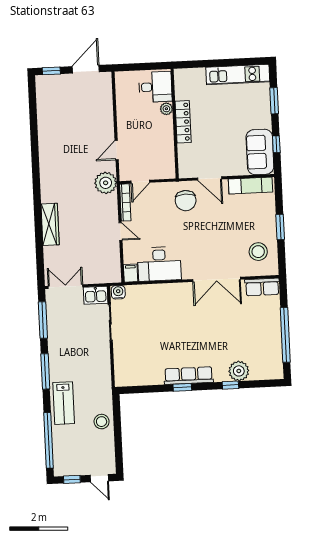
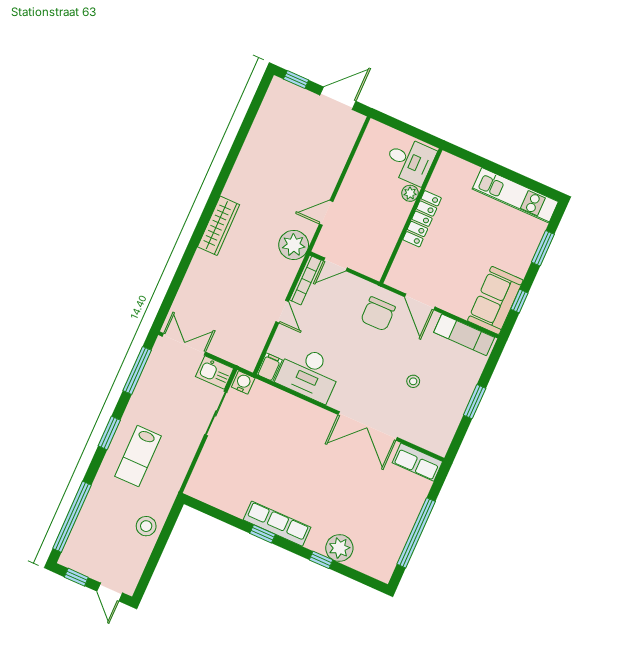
wardrobe: (50, 224) -> (219, 226), moved
stool: (258, 252) -> (413, 381), moved, width x0.53, depth x0.53
window: (45, 371) -> (109, 433), width x0.69
lab bench: (64, 403) -> (138, 456), moved

